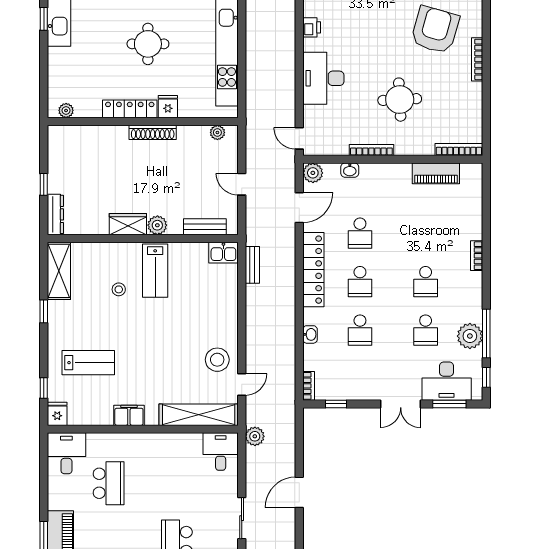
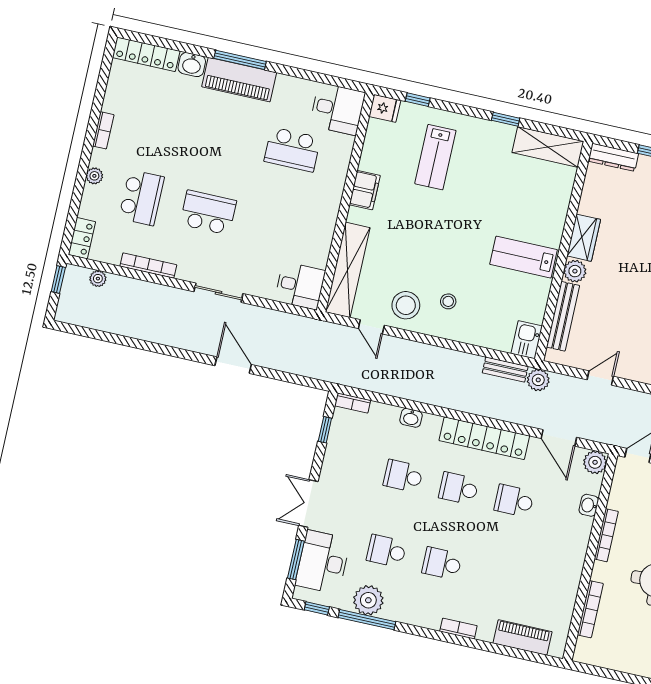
bookcase: (459, 150) -> (590, 609), moved
piano: (436, 173) -> (523, 637), moved, turned 90
bench: (205, 227) -> (563, 316), width x1.36
stool: (119, 289) -> (448, 301), moved
plant: (255, 436) -> (538, 380), moved

